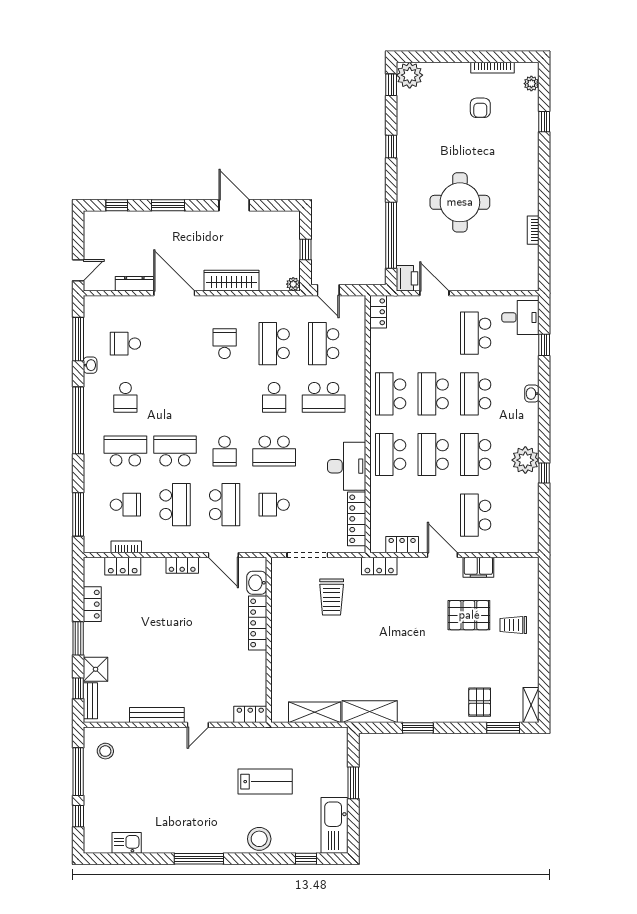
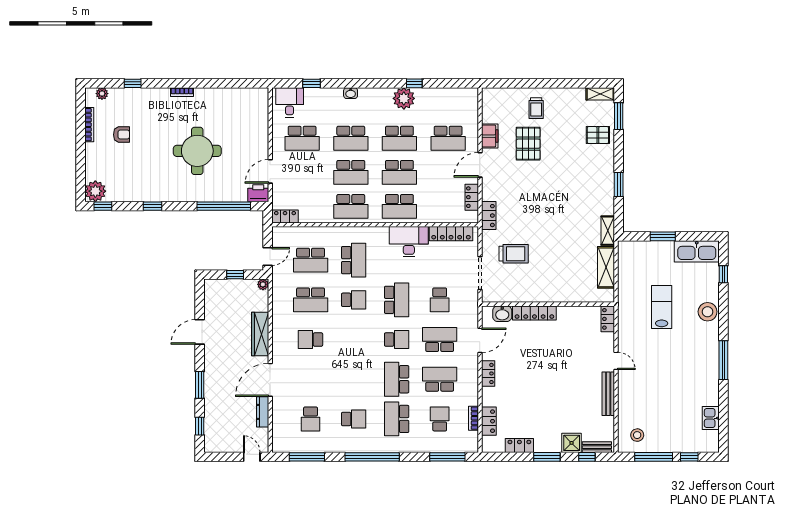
bookcase: (533, 230) -> (182, 92), moved
washbasin: (90, 365) -> (328, 447), removed
shelving: (370, 712) -> (608, 231), width x0.67, depth x0.75

